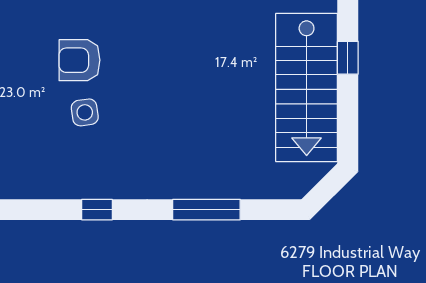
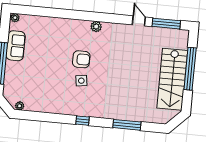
window: (348, 58) -> (190, 69), width x3.17
armchair: (80, 60) -> (81, 59), turned 180

